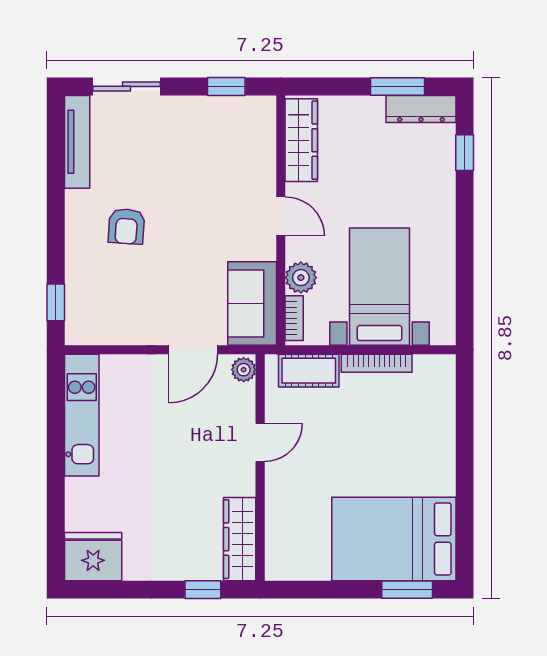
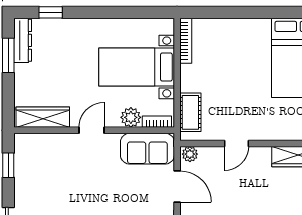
bookcase: (377, 363) -> (186, 41), moved
door: (260, 442) -> (236, 143), swing flipped

